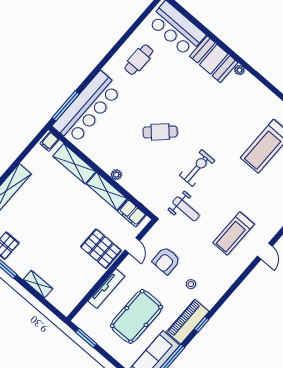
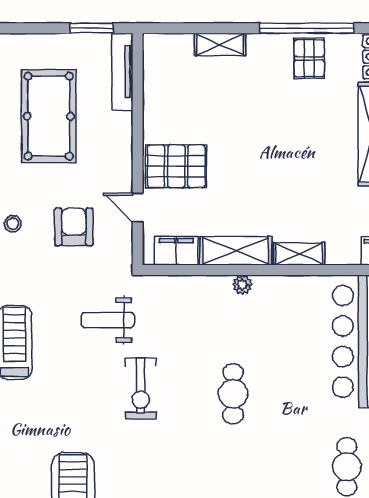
cafe table: (160, 132) -> (233, 394), turned -47
shelving: (74, 164) -> (299, 254), width x0.67, depth x0.75
tv unit: (106, 289) -> (122, 72), moved

